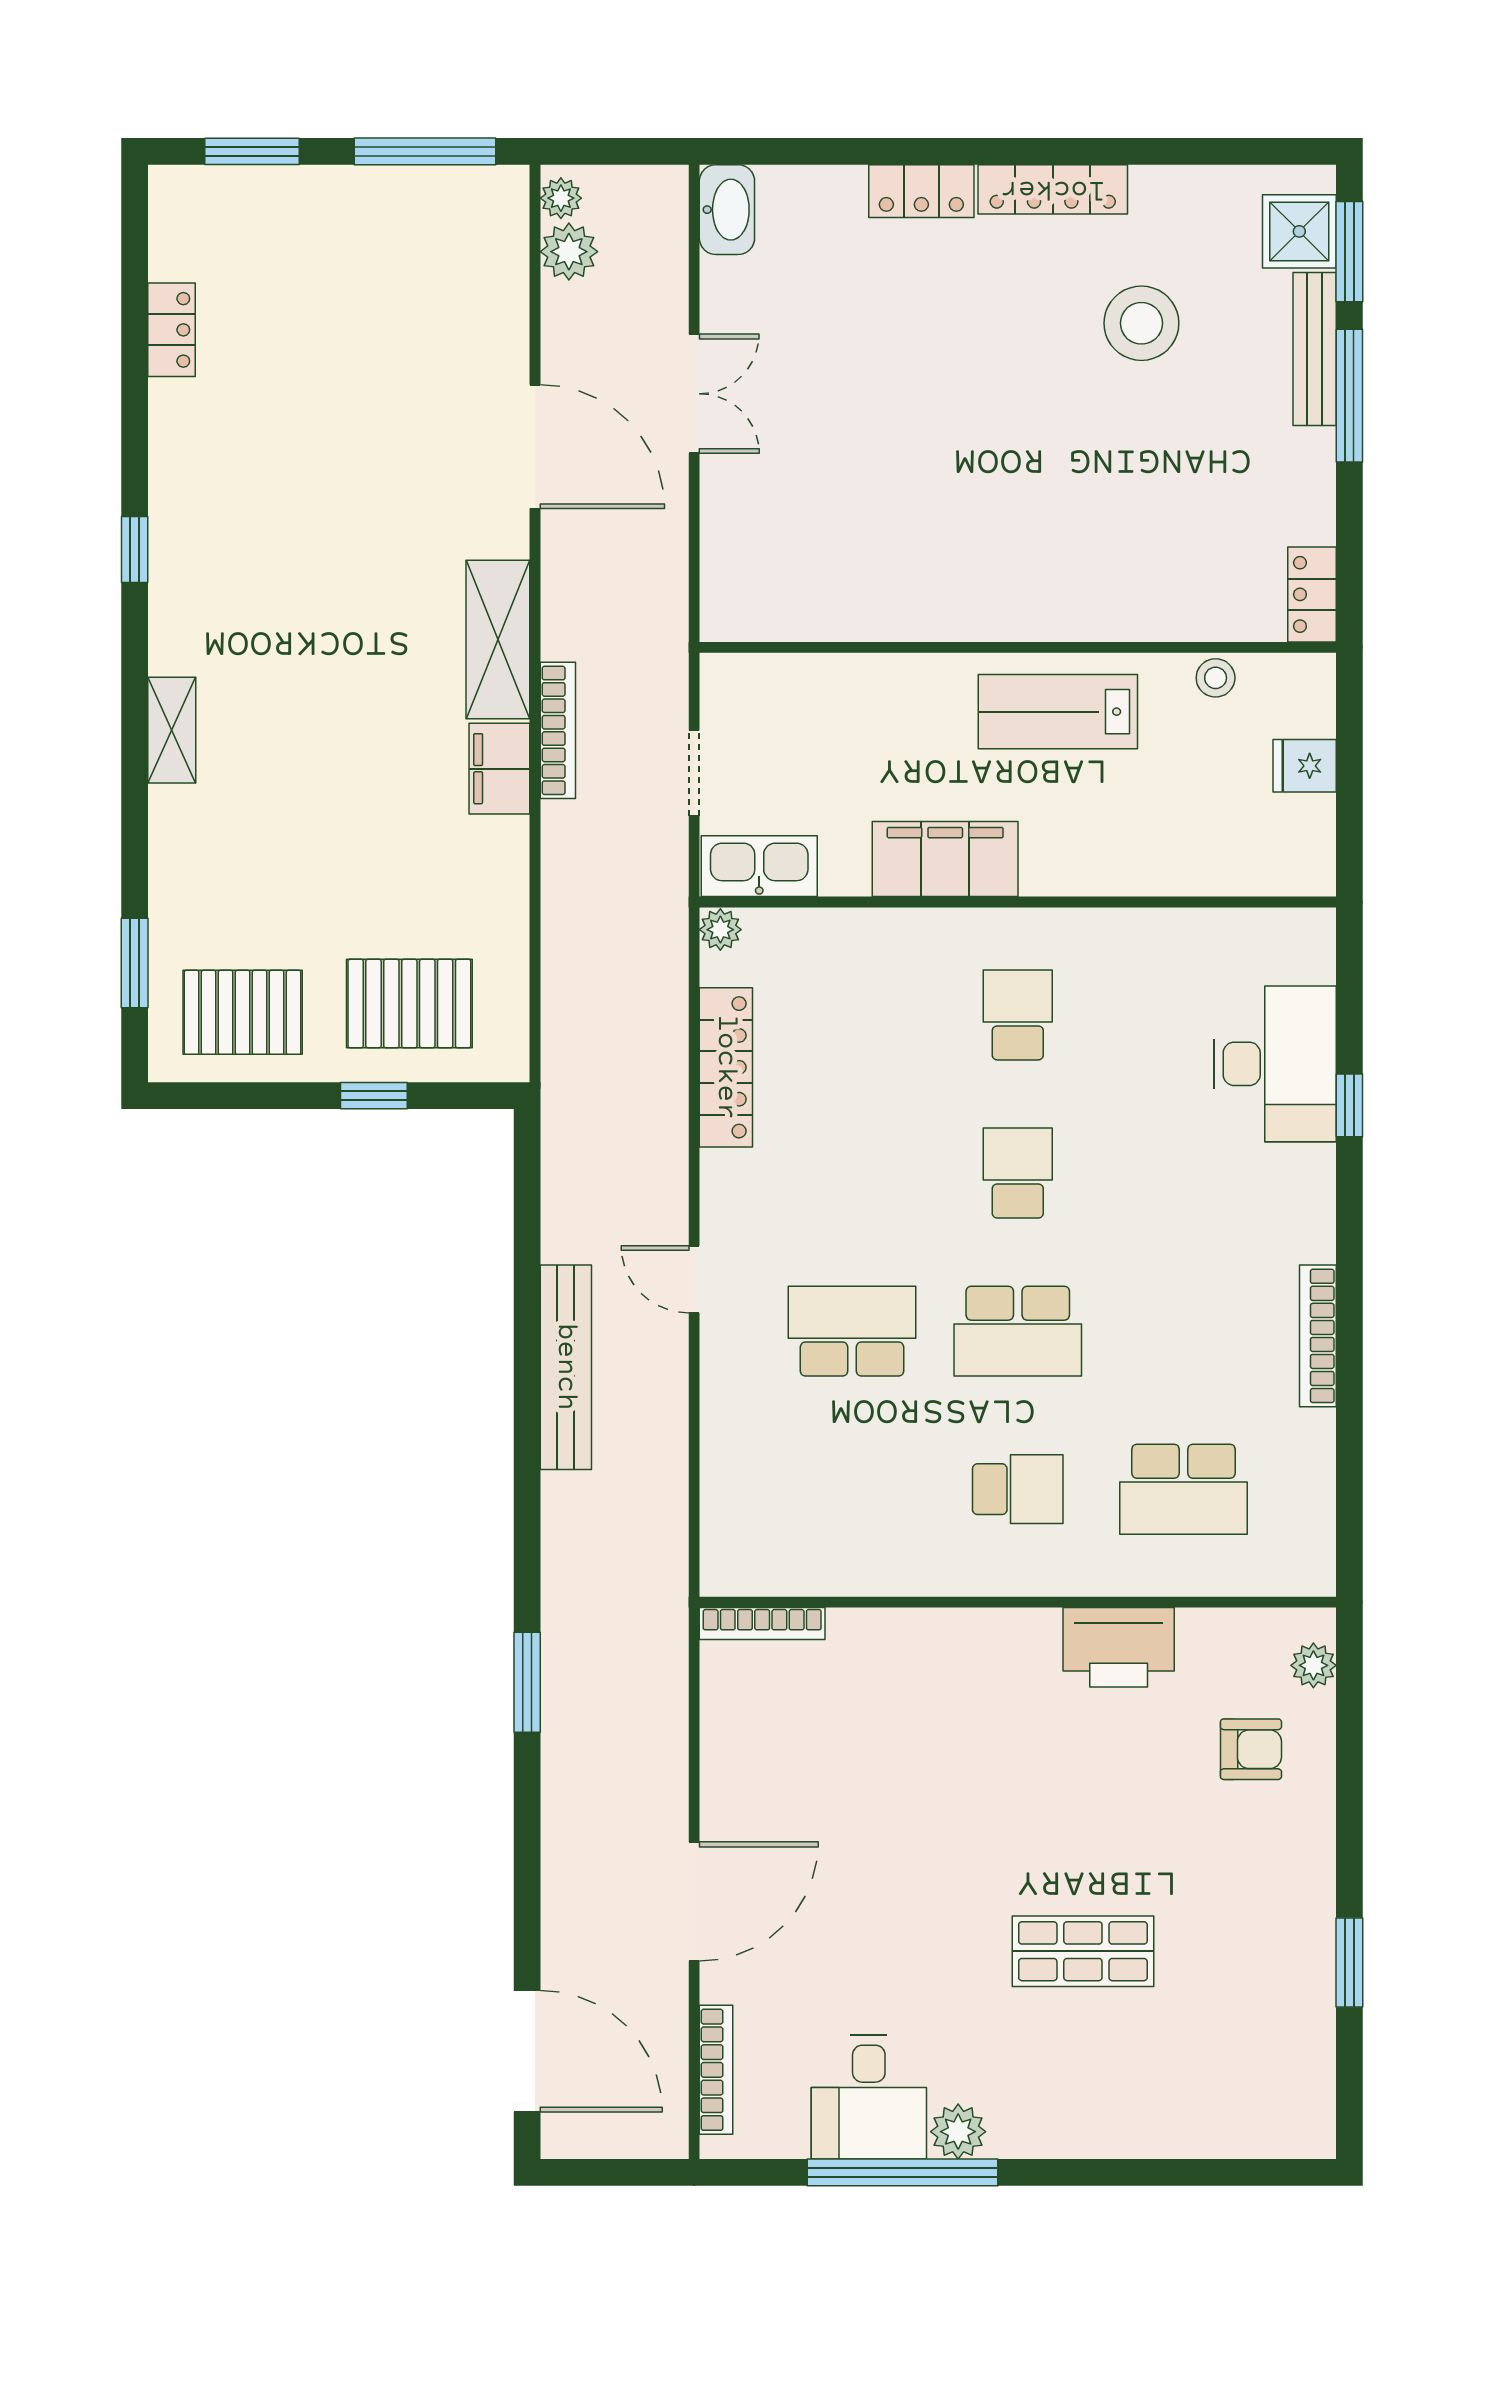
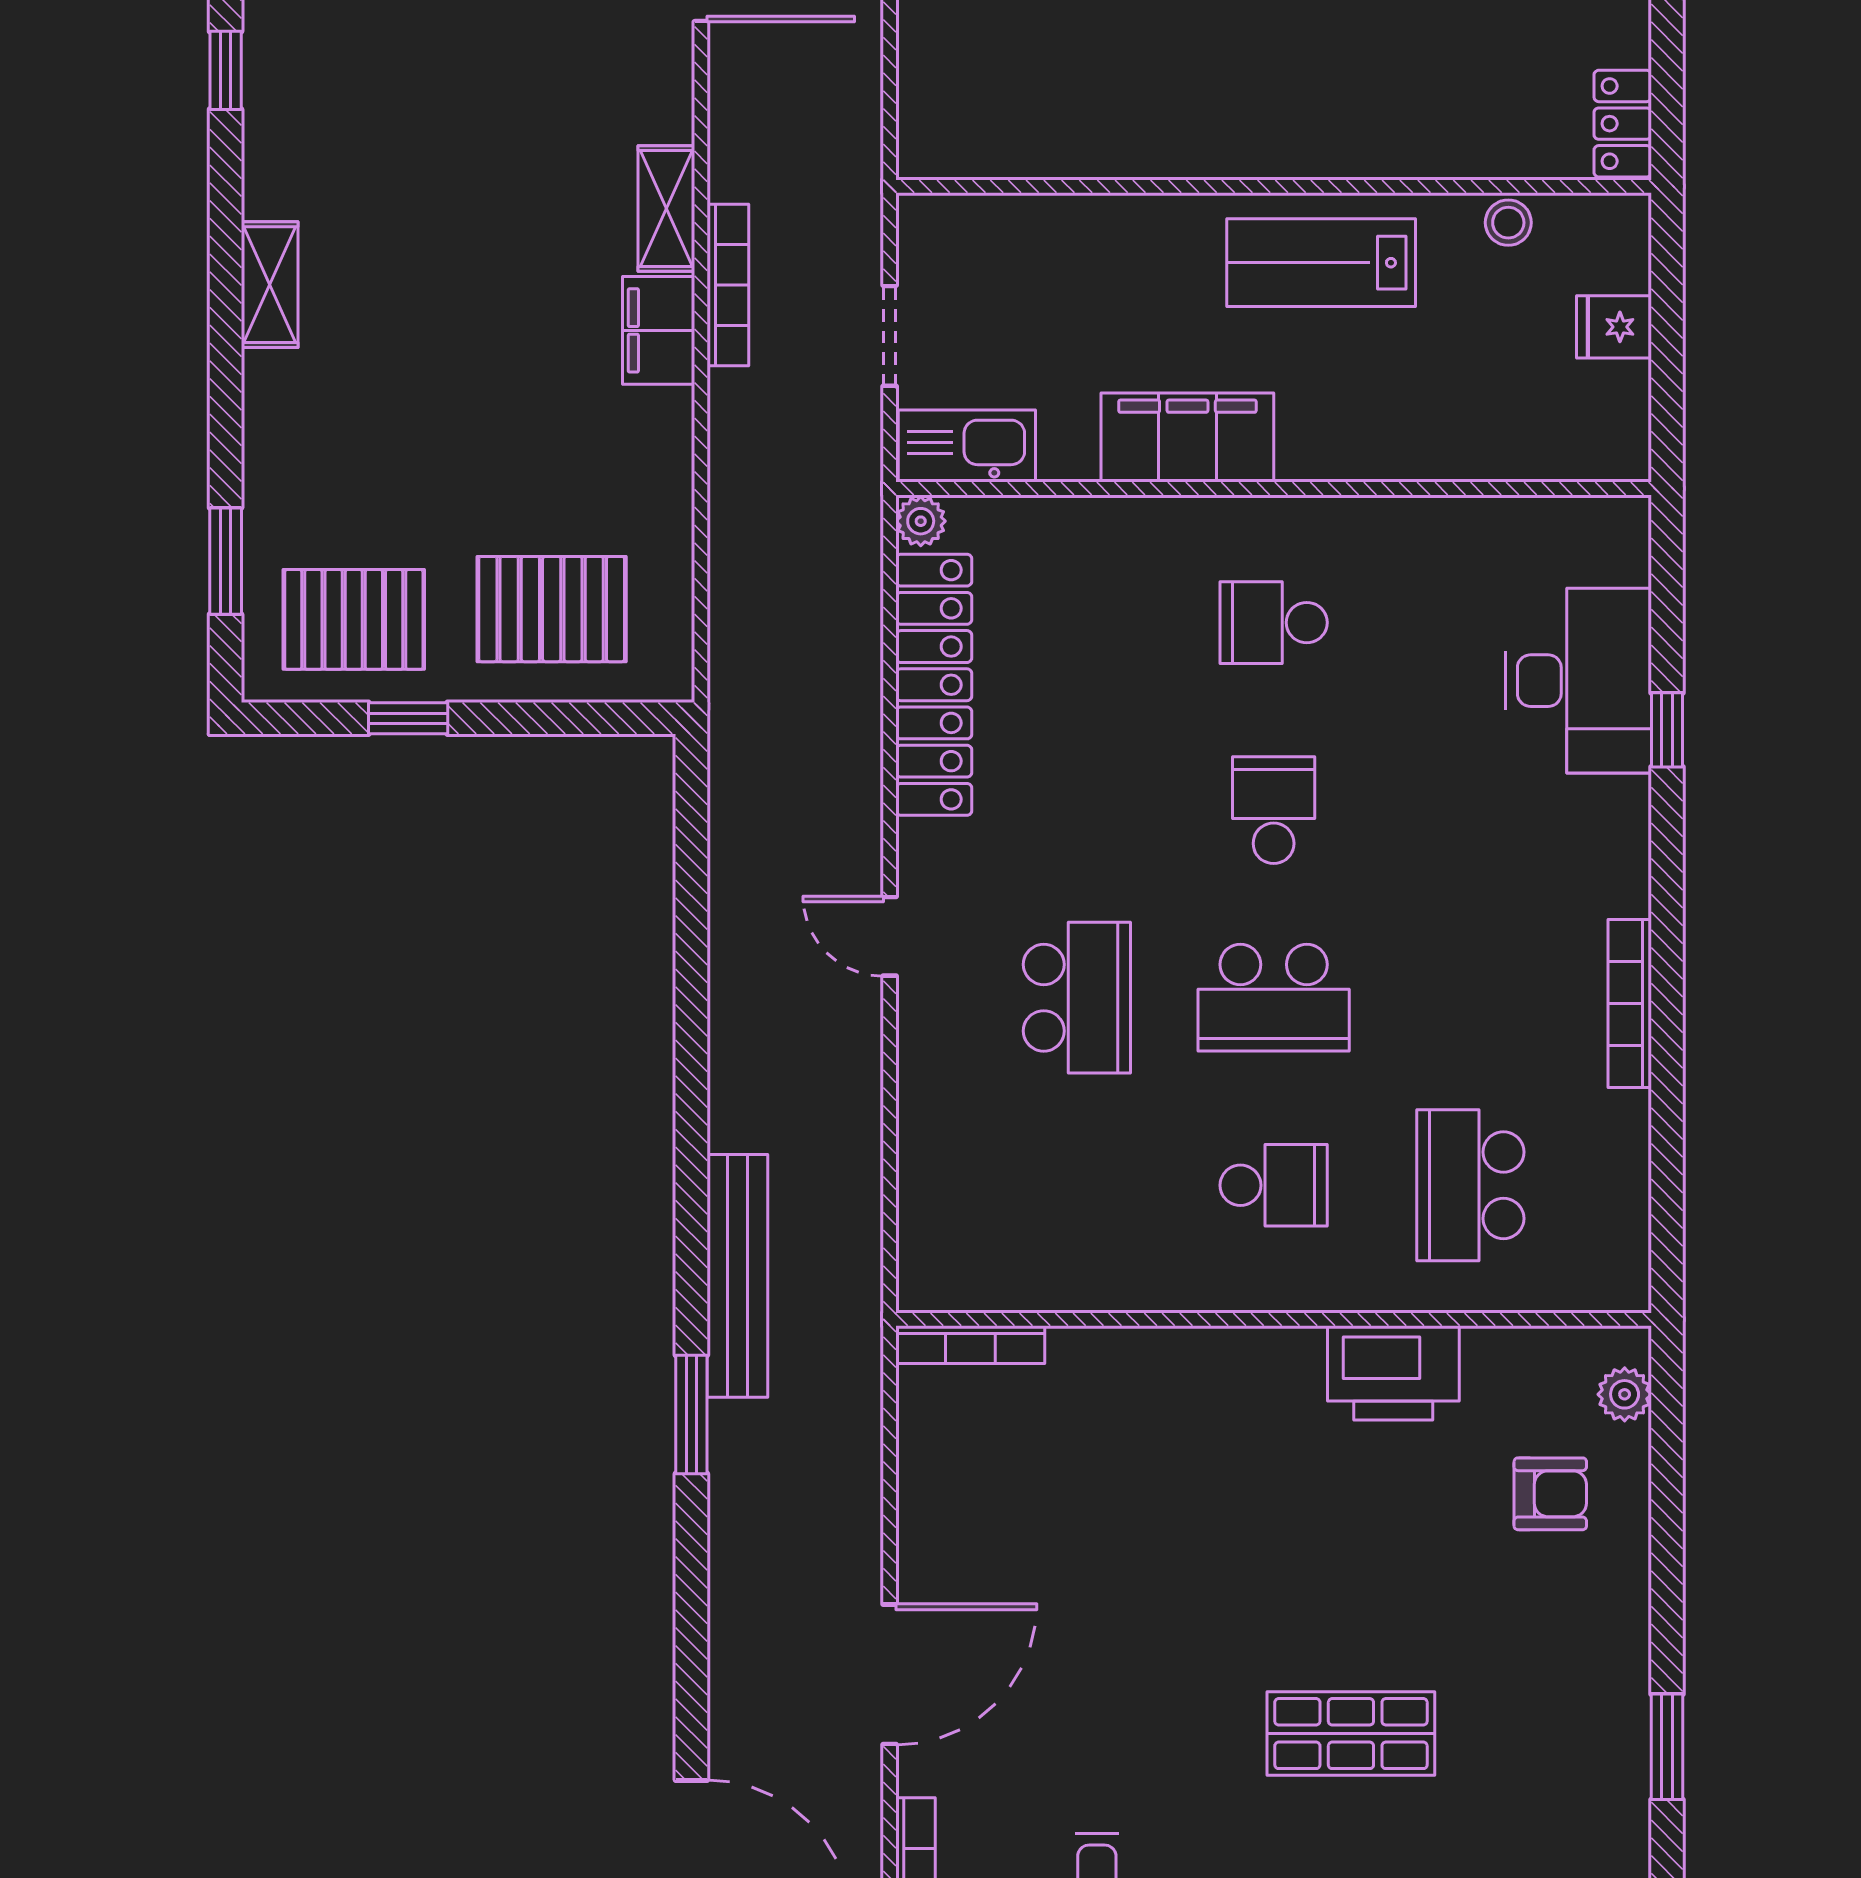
shelving: (498, 640) -> (666, 209), width x0.67, depth x0.75
school desk: (1018, 1015) -> (1274, 623), turned -90
locker: (726, 1067) -> (934, 685), width x1.41, depth x1.21
window: (374, 1096) -> (408, 718), moved
school desk: (852, 1331) -> (1077, 998), turned 90
bench: (566, 1367) -> (737, 1276), moved
school desk: (1183, 1489) -> (1470, 1185), turned 90

